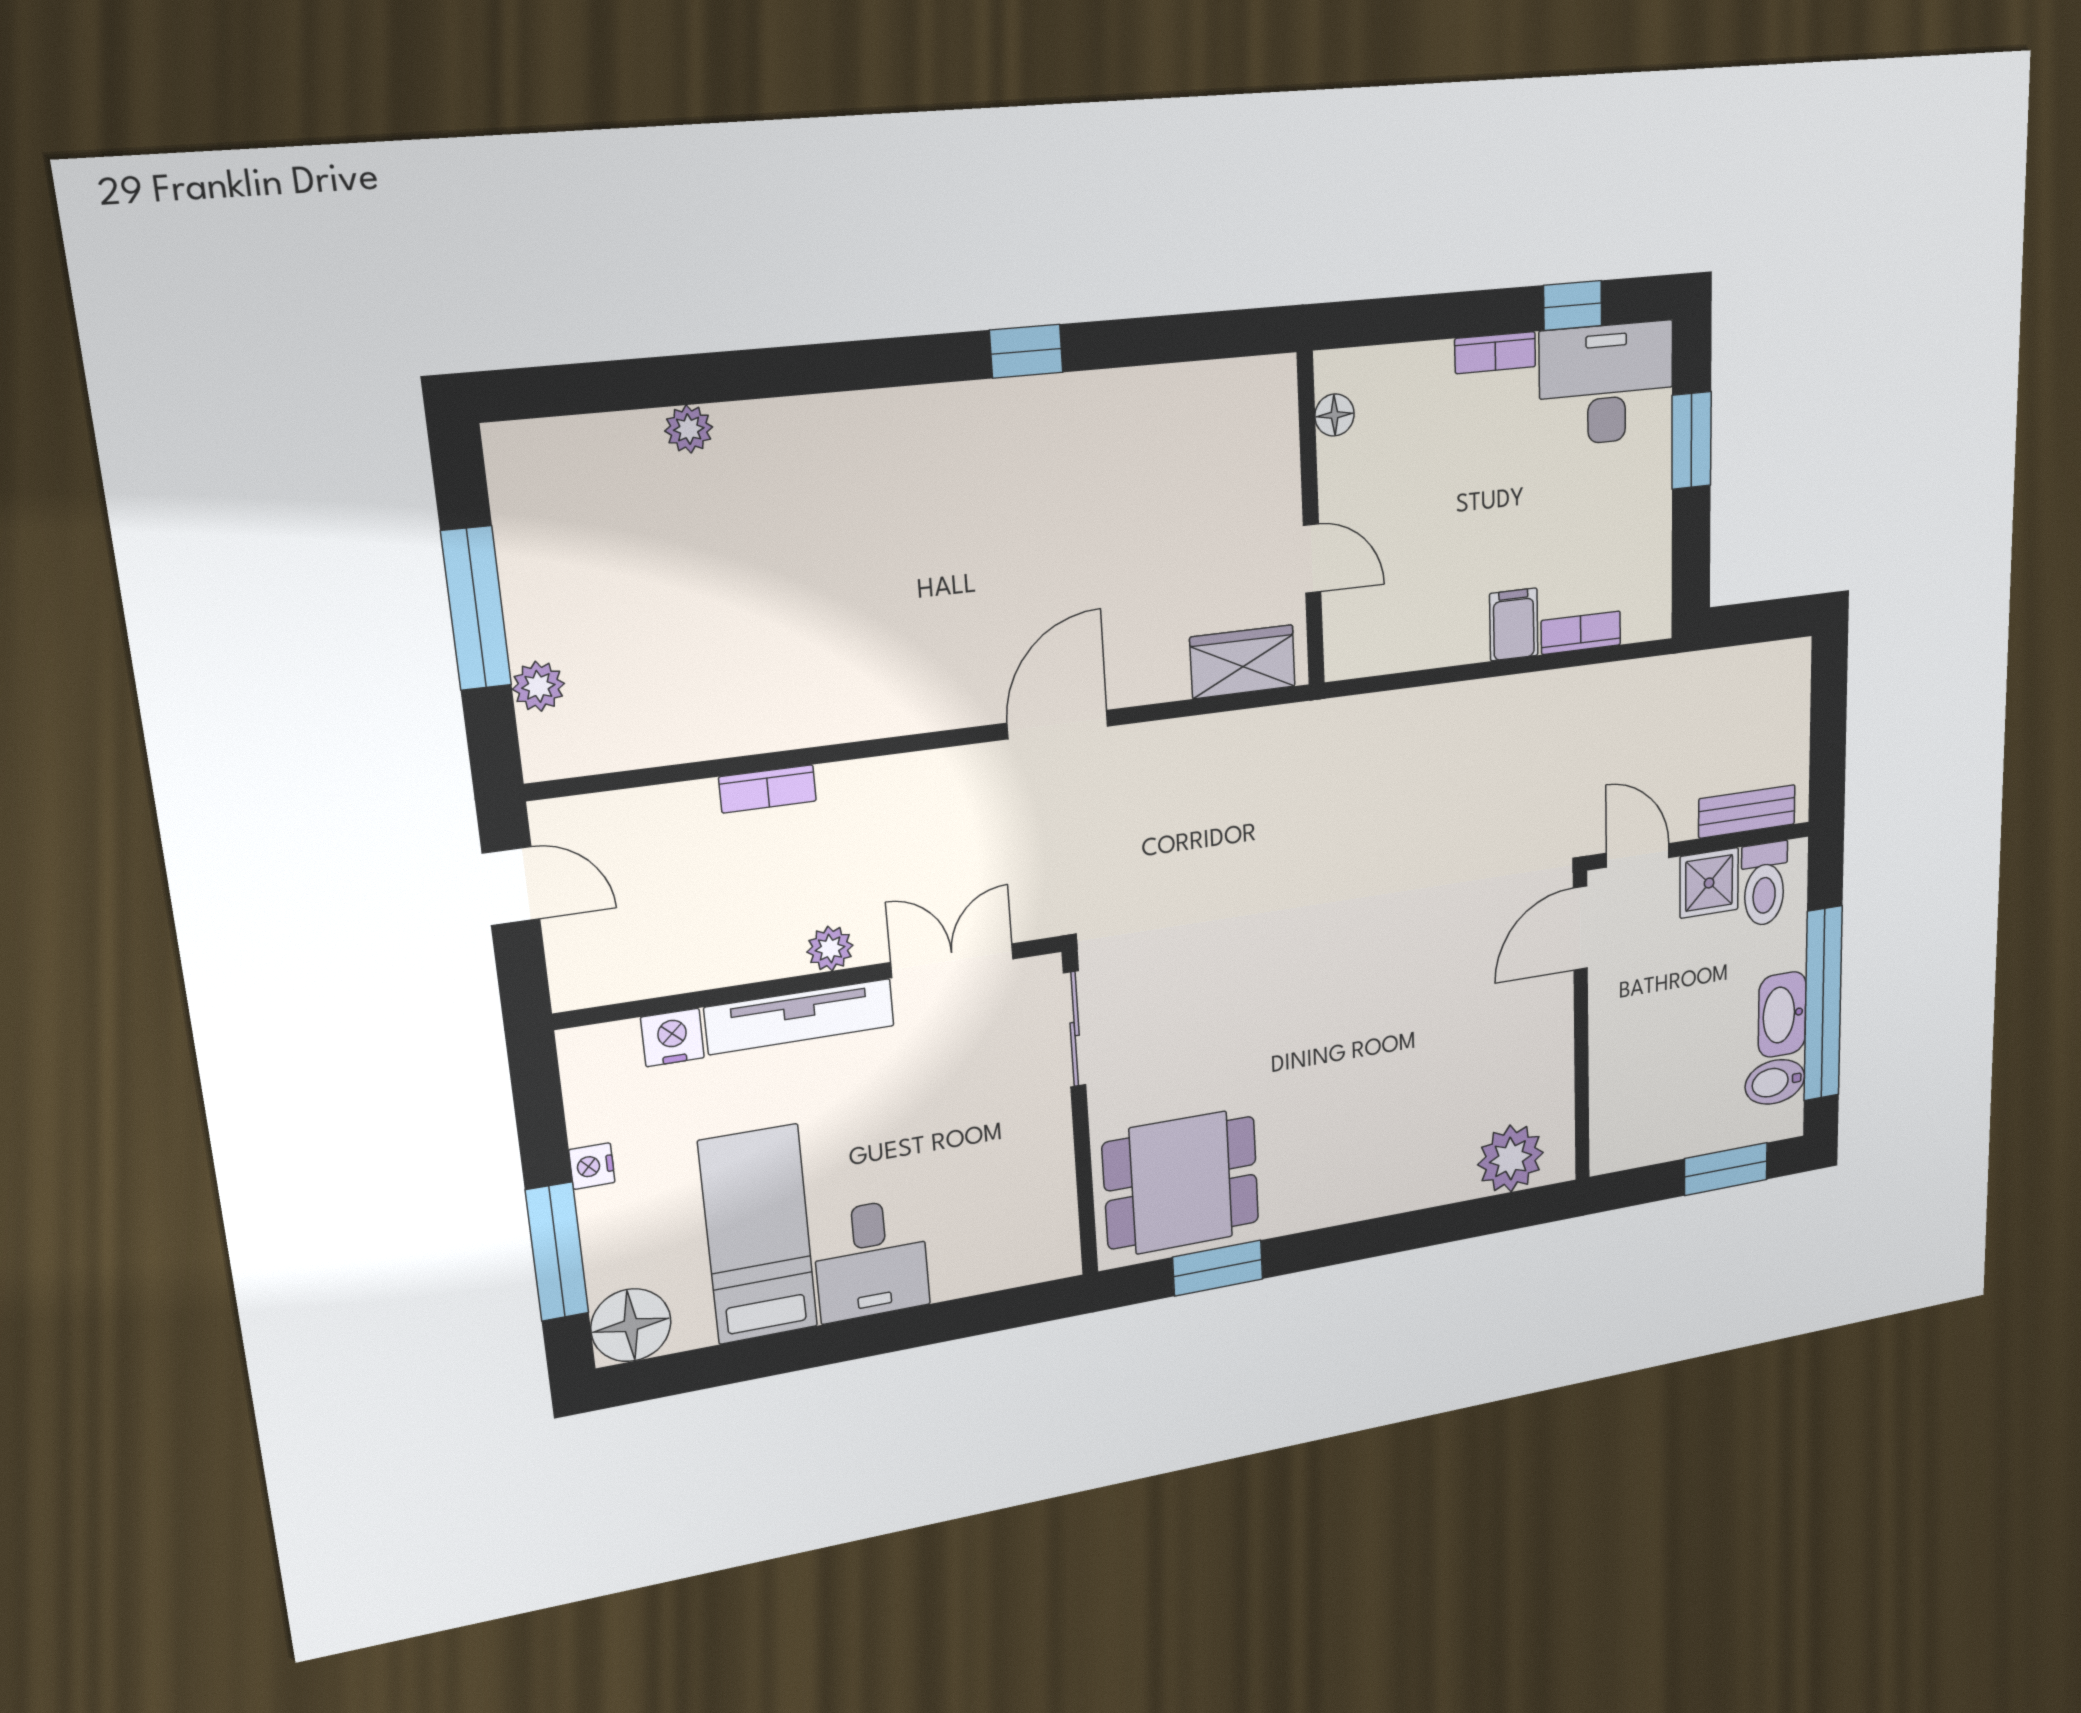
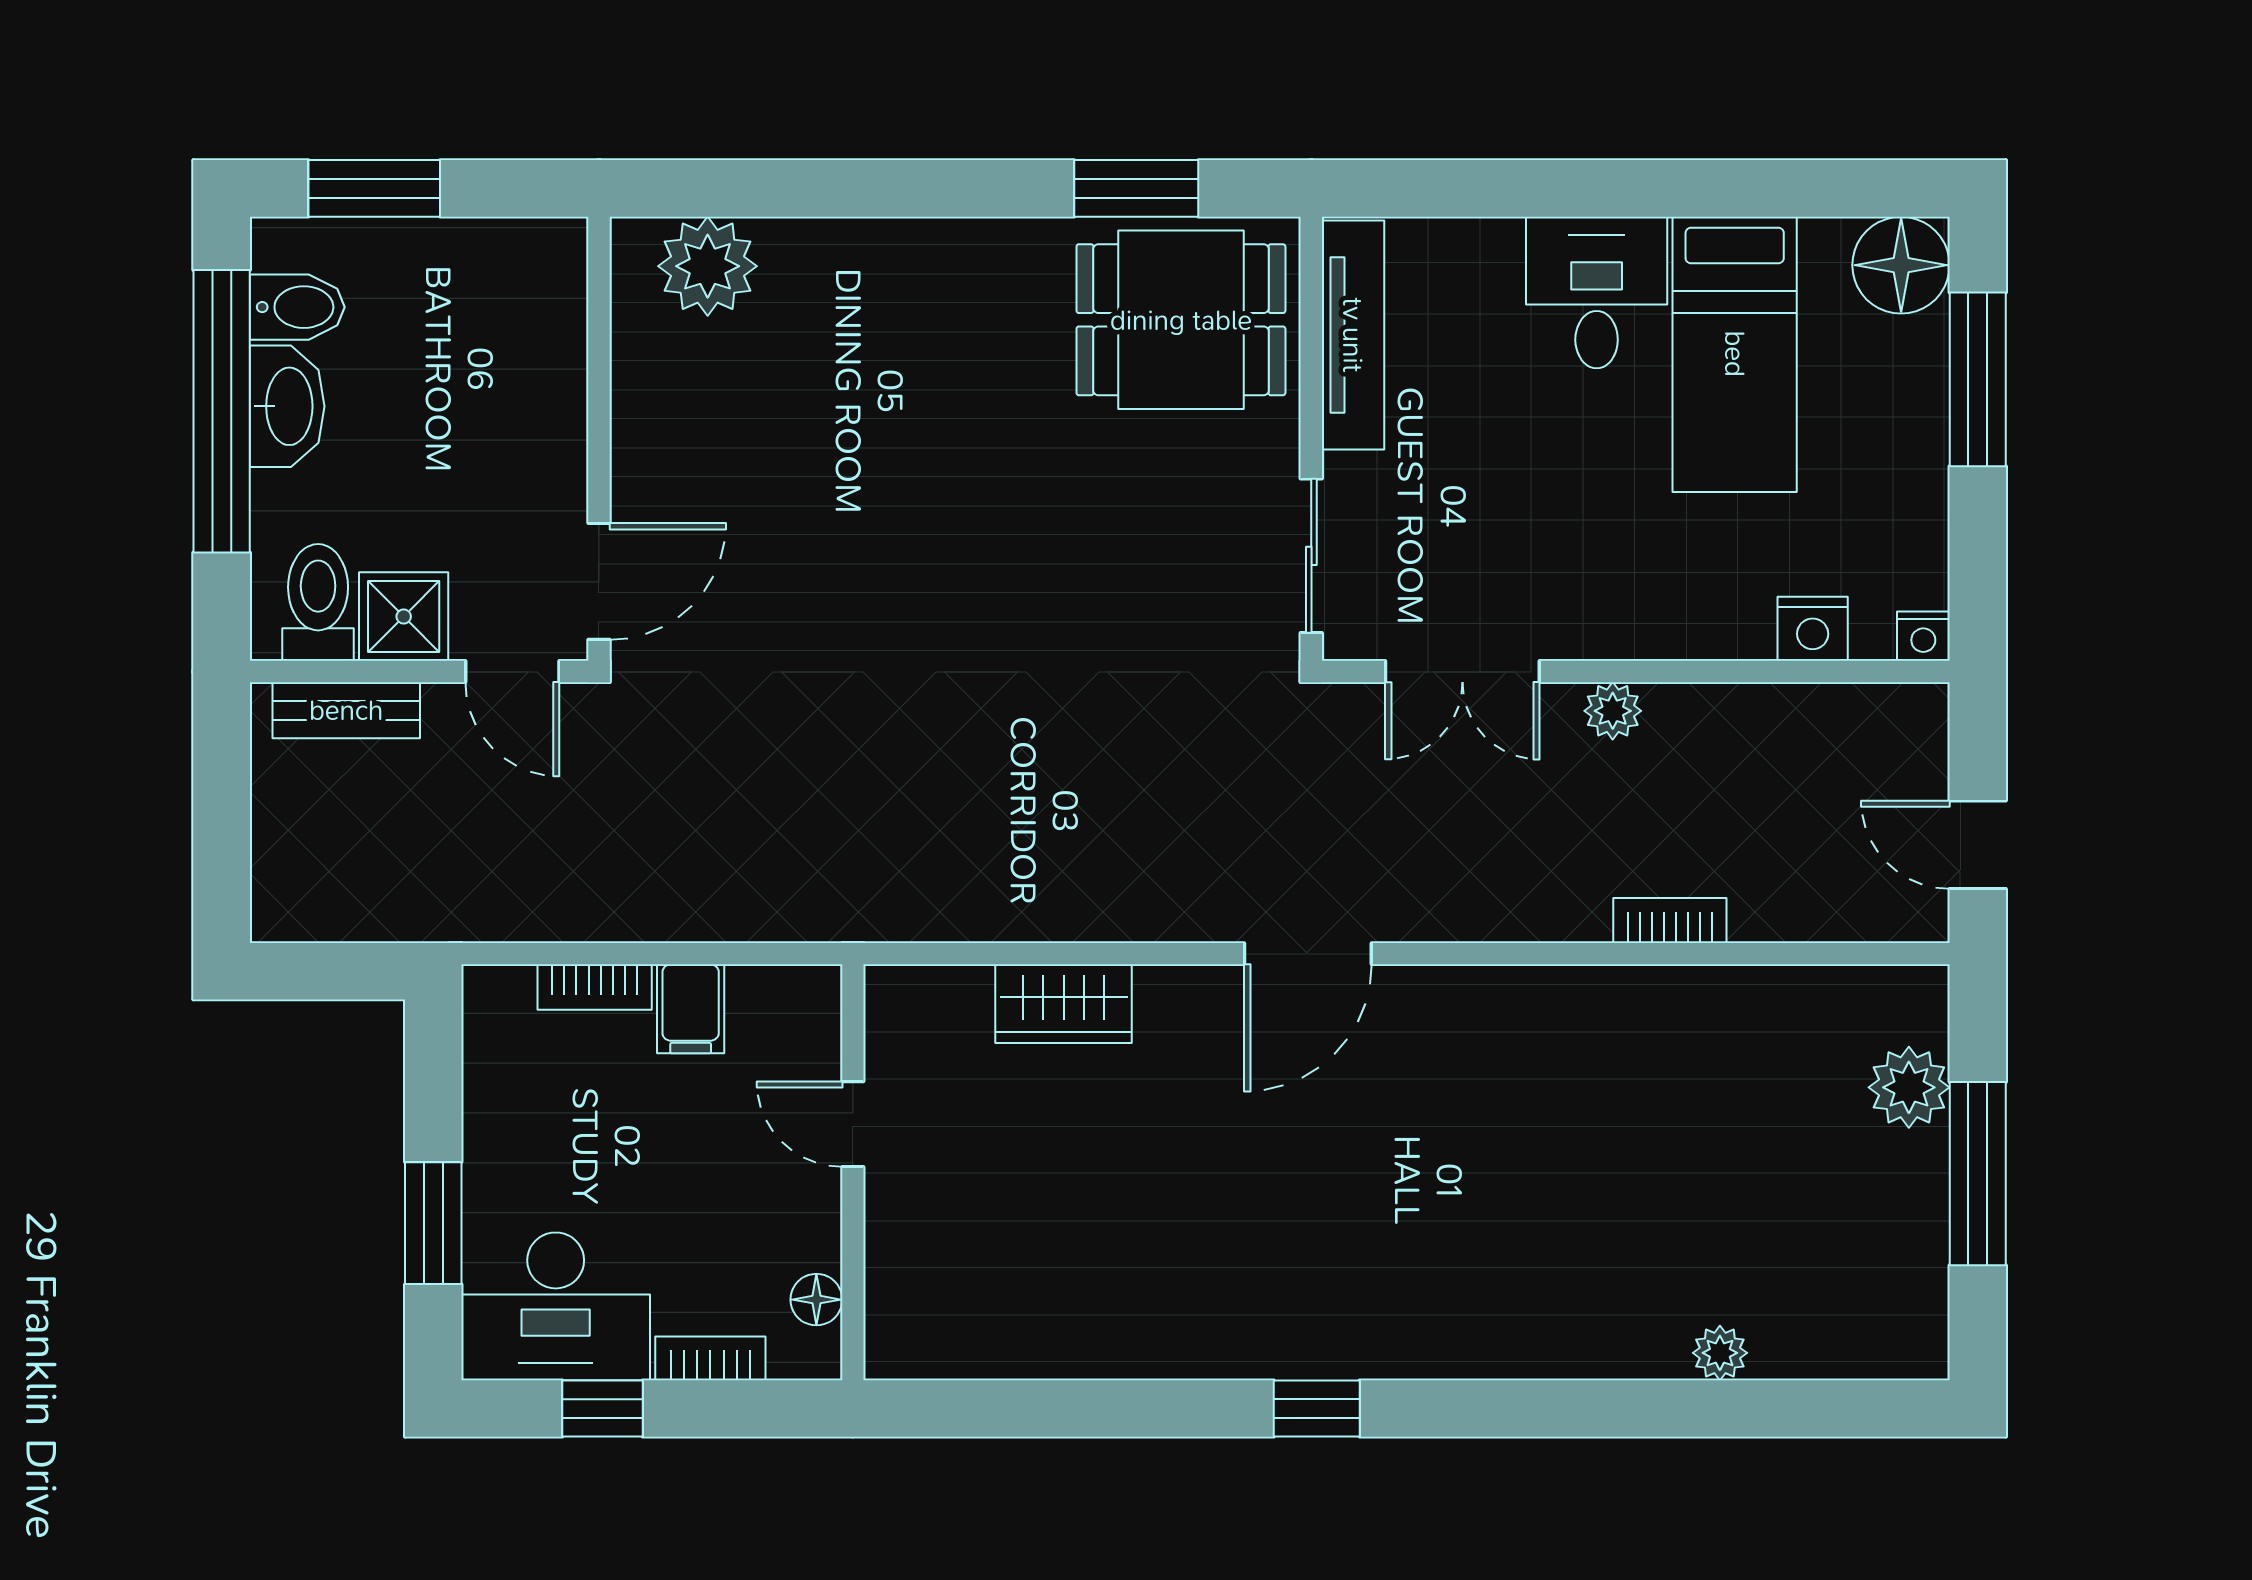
floor lamp: (1335, 415) -> (816, 1300), moved
wall: (1311, 520) -> (853, 1172), moved
door: (1312, 559) -> (853, 1124), moved
plant: (538, 686) -> (1909, 1087), width x1.38, depth x1.38
tv unit: (800, 1017) -> (1353, 335), moved, turned 90
nightstand: (592, 1166) -> (1923, 636), moved, turned 90

